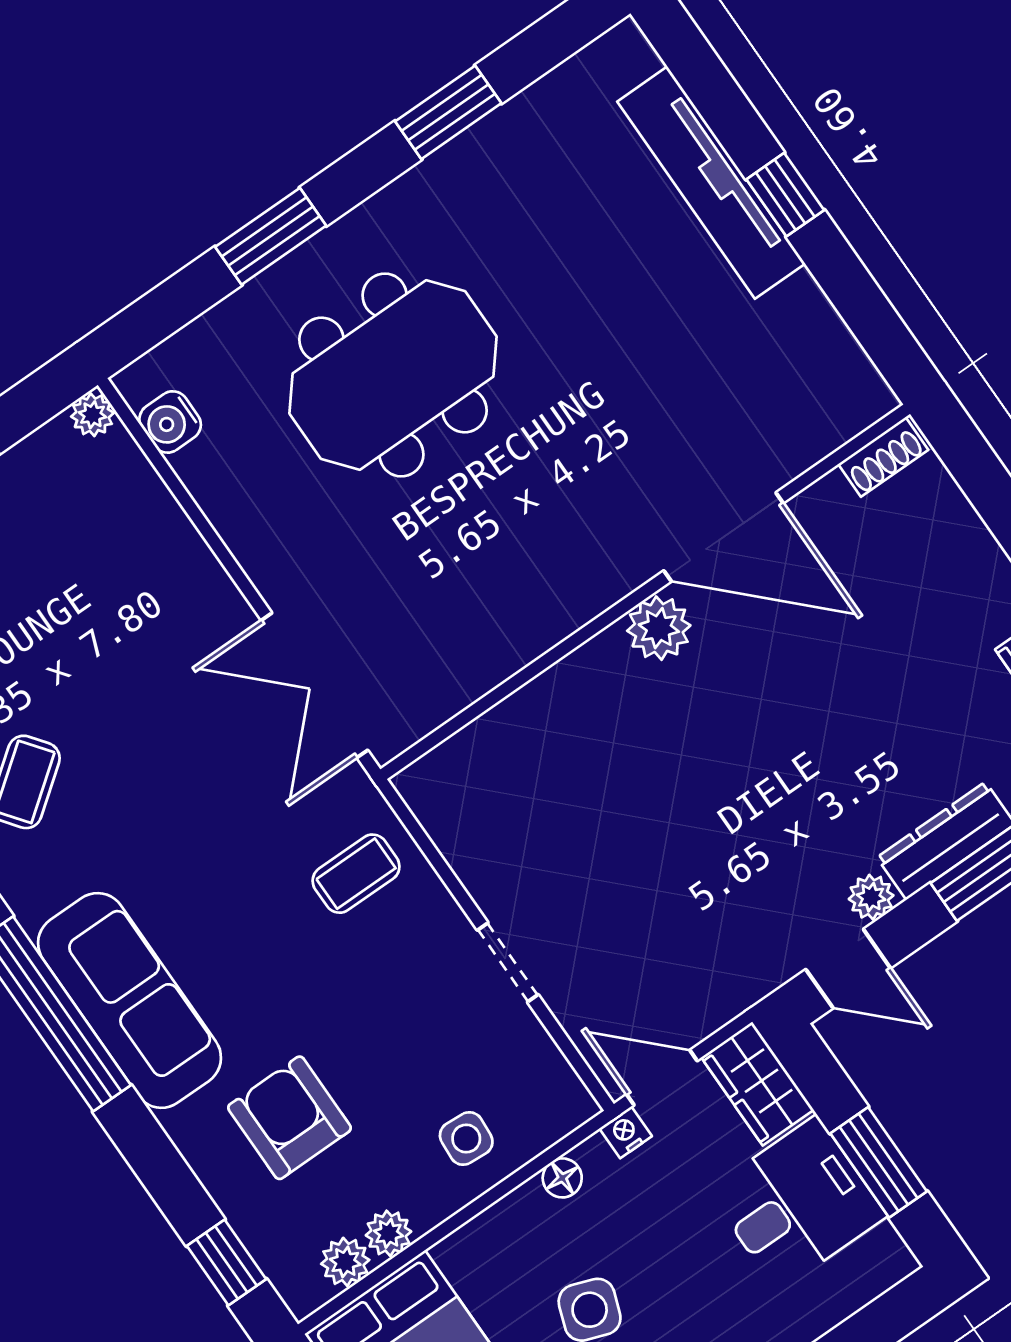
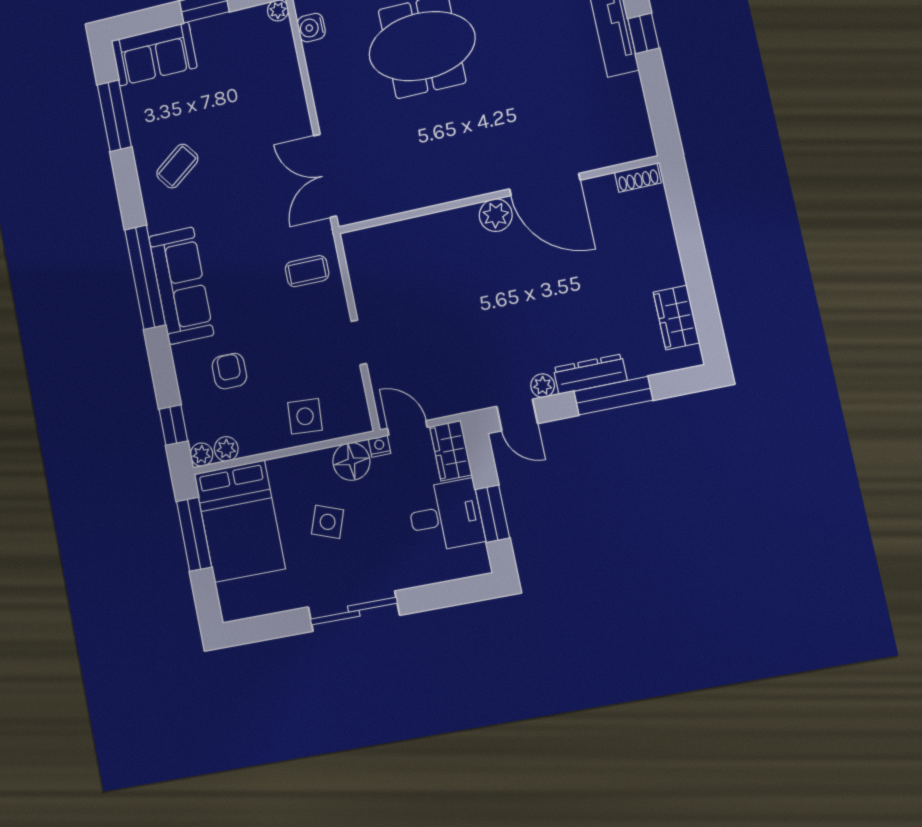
armchair: (290, 1118) -> (229, 371), width x0.72, depth x0.72
side table: (466, 1138) -> (305, 416), width x1.37, depth x1.37
floor lamp: (562, 1178) -> (351, 461), width x1.89, depth x1.89
plant: (389, 1233) -> (202, 455), moved

